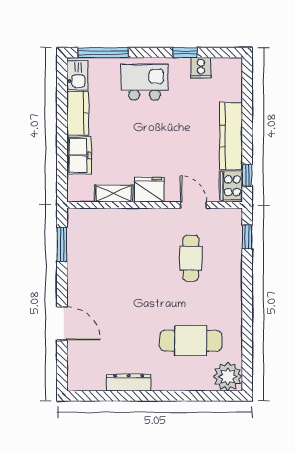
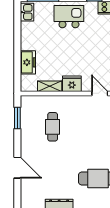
kitchen counter: (78, 113) -> (27, 36), removed
cafe table: (191, 258) -> (53, 127), moved

